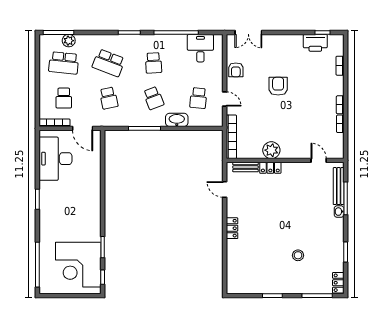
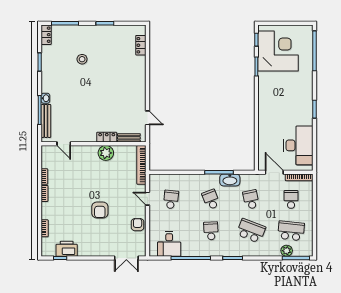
double door: (248, 32) -> (126, 258), swing flipped
washbasin: (177, 120) -> (230, 180), moved
locker: (232, 228) -> (141, 45), moved

